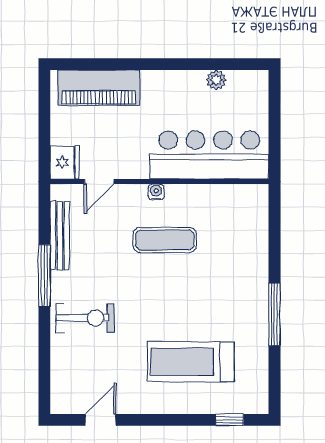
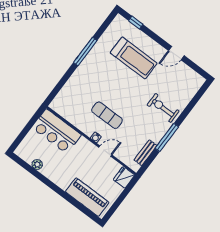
bar counter: (209, 155) -> (57, 131), width x0.73
door: (99, 182) -> (105, 151), moved
bench: (60, 236) -> (145, 153), width x0.73
door: (100, 420) -> (176, 53), moved

